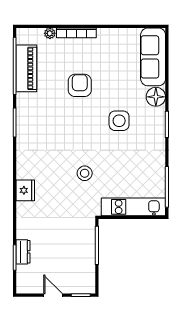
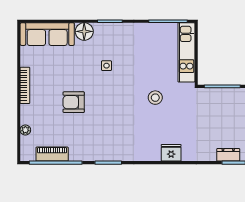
bookcase: (76, 33) -> (25, 85), moved
piano: (26, 68) -> (52, 154), width x0.73, depth x0.75
side table: (119, 121) -> (106, 66), width x0.54, depth x0.54

